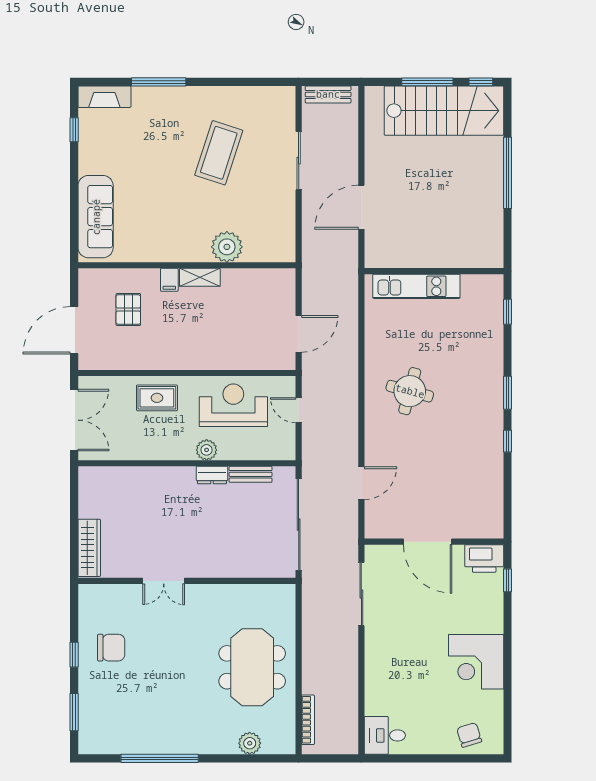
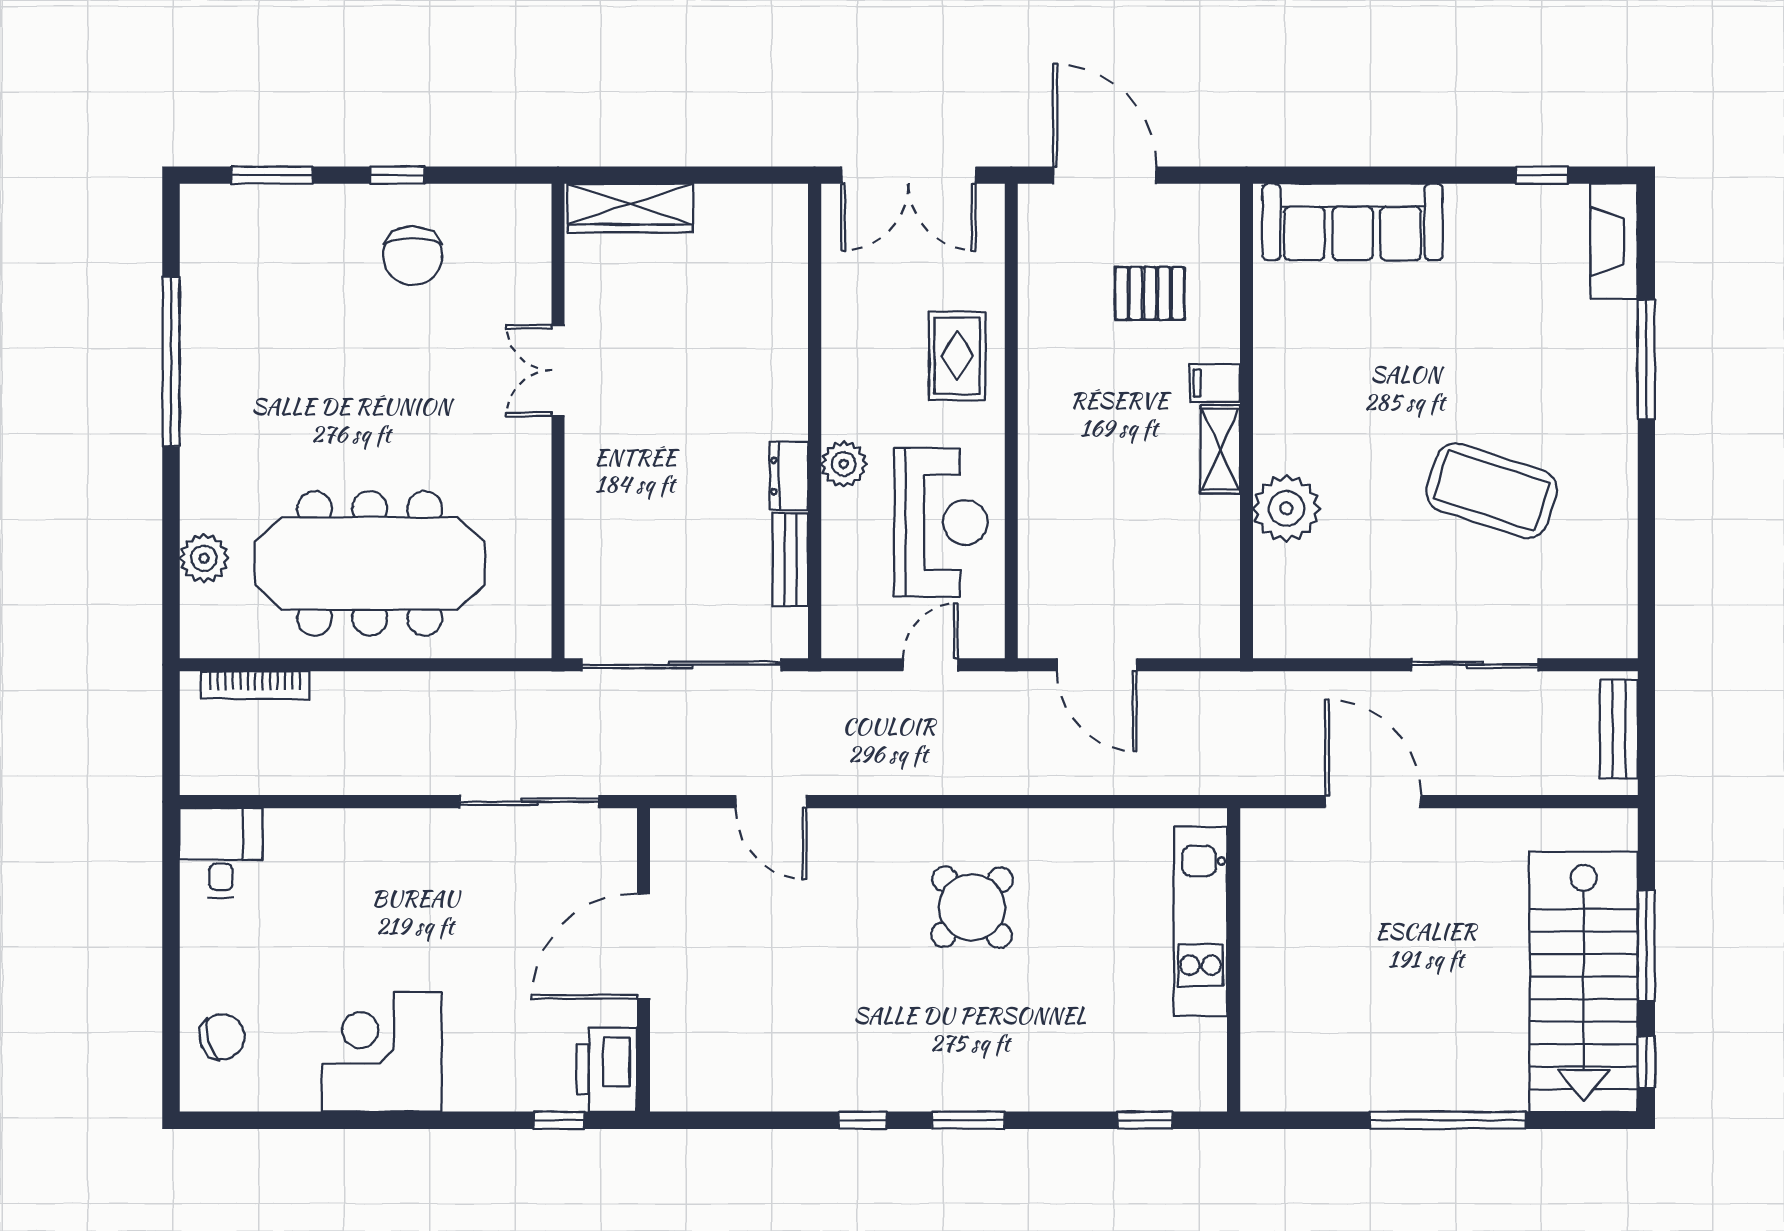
round table: (410, 391) -> (972, 907), turned 31
meeting table: (252, 667) -> (370, 563), width x1.36

